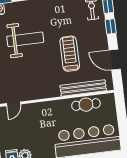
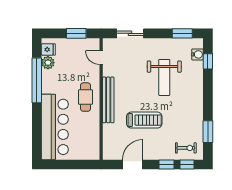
bench: (83, 88) -> (108, 100), moved
cafe table: (86, 105) -> (85, 97), moved

